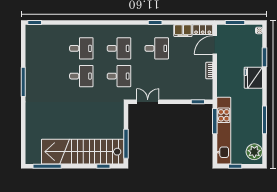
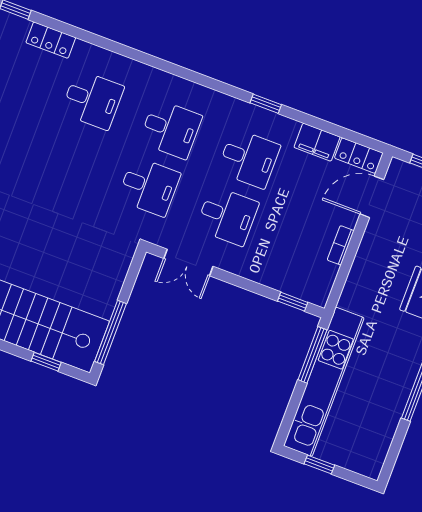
locker: (54, 30) -> (51, 40), added
desk: (81, 76) -> (227, 216), moved
double door: (148, 102) -> (188, 262), swing flipped
plant: (254, 152) -> (371, 449), removed

